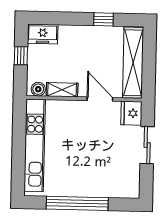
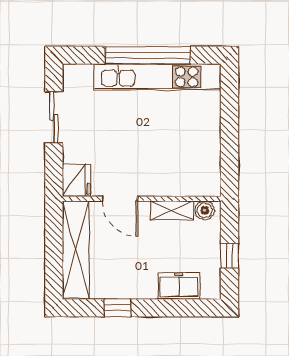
freezer: (43, 34) -> (179, 286), moved
kitchen unit: (35, 145) -> (157, 77), moved, turned -90
sliding door: (147, 145) -> (54, 117), moved

